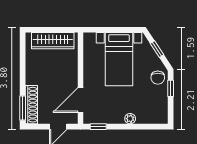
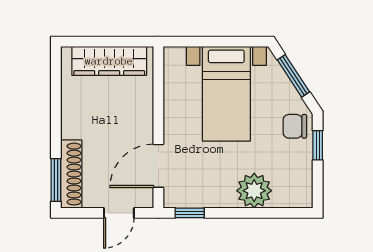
window: (157, 49) -> (293, 76), width x1.50
chair: (158, 78) -> (295, 126), turned 90
plant: (130, 119) -> (254, 191), width x1.88, depth x1.88

